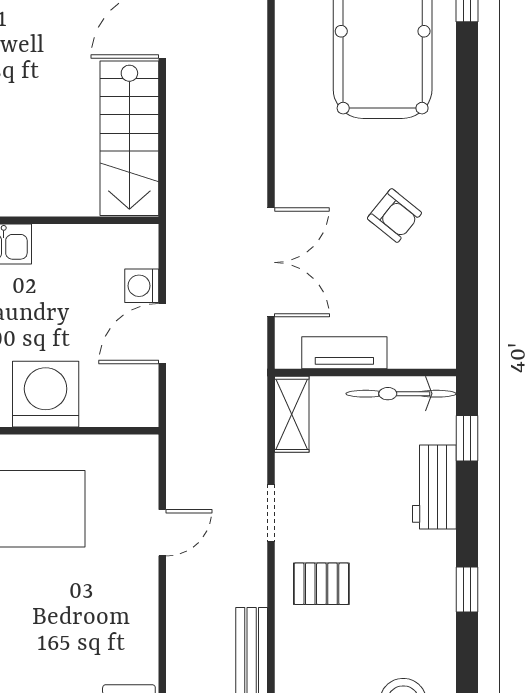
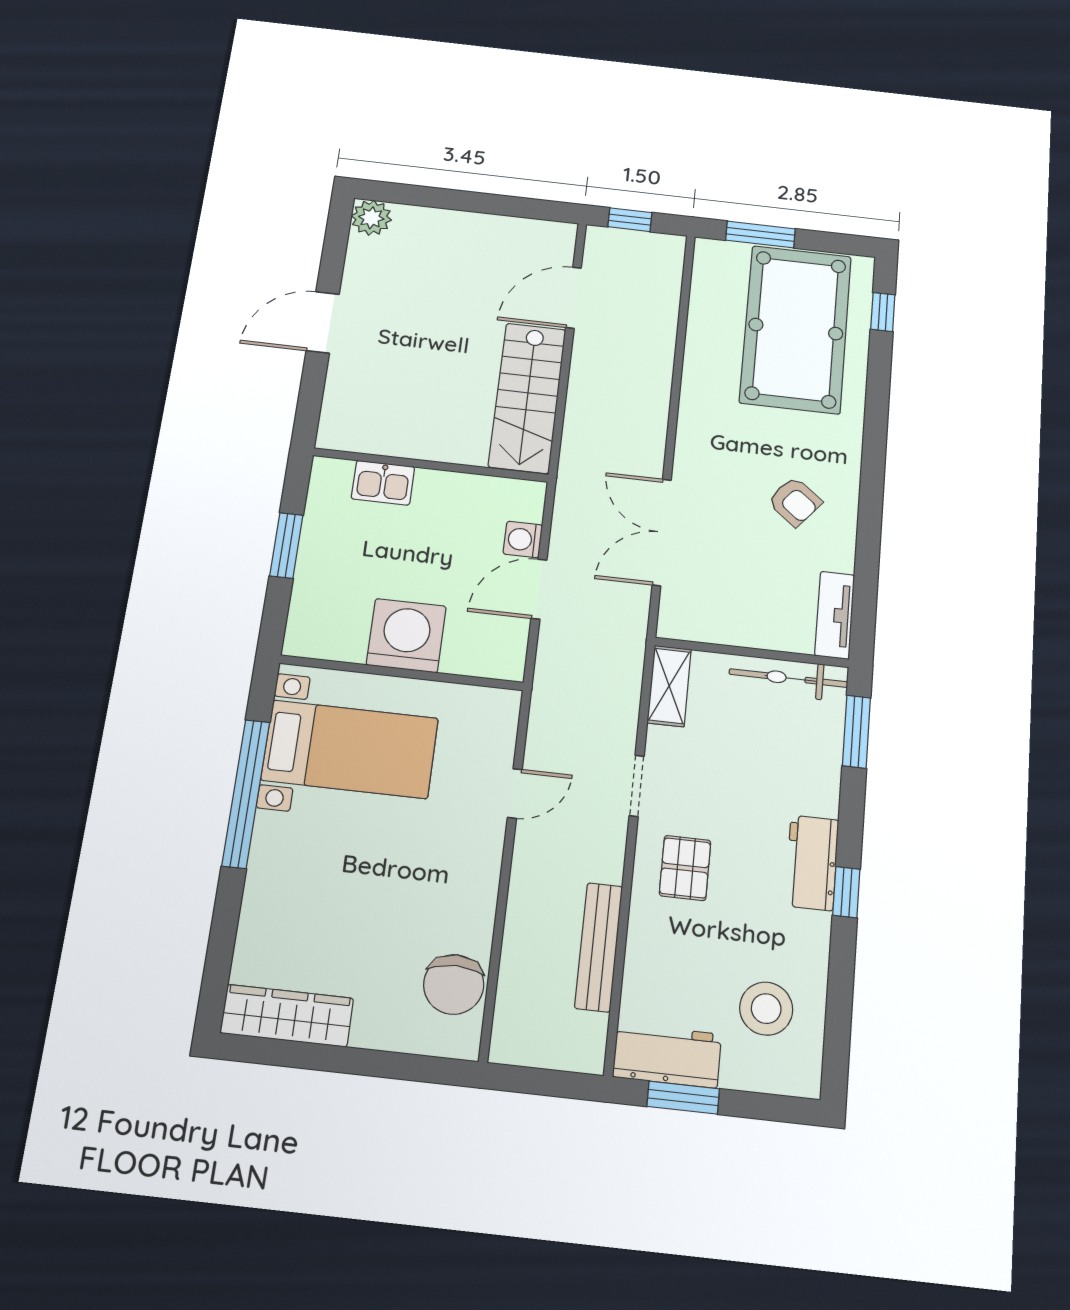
double door: (271, 262) -> (662, 532), swing flipped
tv unit: (344, 353) -> (835, 615), moved, turned -90
window: (467, 438) -> (856, 732), width x1.50
workbench: (434, 487) -> (812, 863), moved
pallet: (321, 584) -> (685, 868), turned 90

